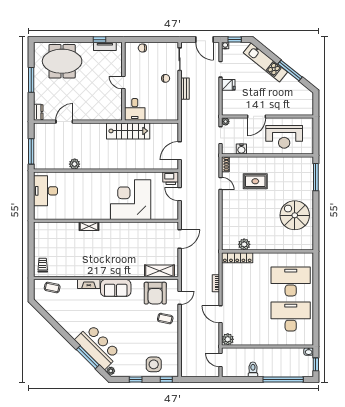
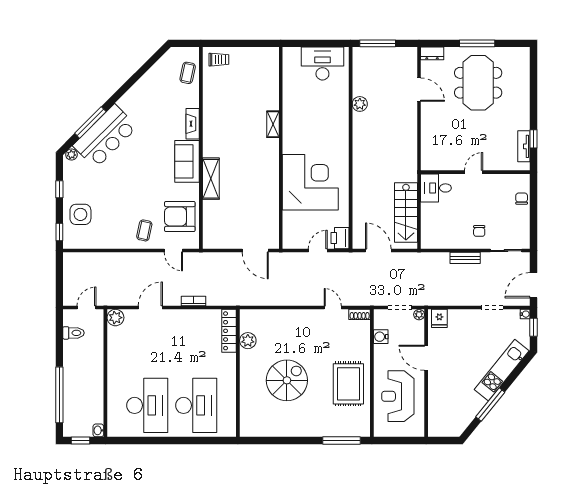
meeting table: (62, 61) -> (478, 83), moved
fridge: (228, 85) -> (439, 318), moved
stairs: (128, 131) -> (406, 212), moved
rug: (255, 181) -> (348, 384), moved, width x1.36, depth x1.43
door: (220, 183) -> (333, 308), swing flipped
spiral stairs: (295, 215) -> (287, 380), moved
shelving: (159, 271) -> (211, 179), moved
toilet: (253, 369) -> (73, 333), moved

